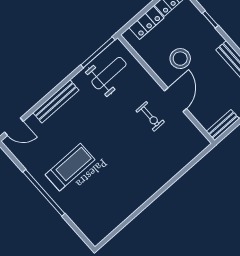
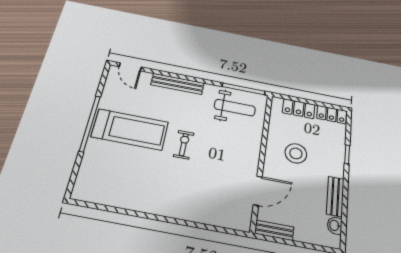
door: (175, 100) -> (258, 191), moved
exercise bike: (150, 116) -> (184, 145), moved, turned 180
treadmill: (70, 167) -> (130, 129), width x1.37, depth x1.38

